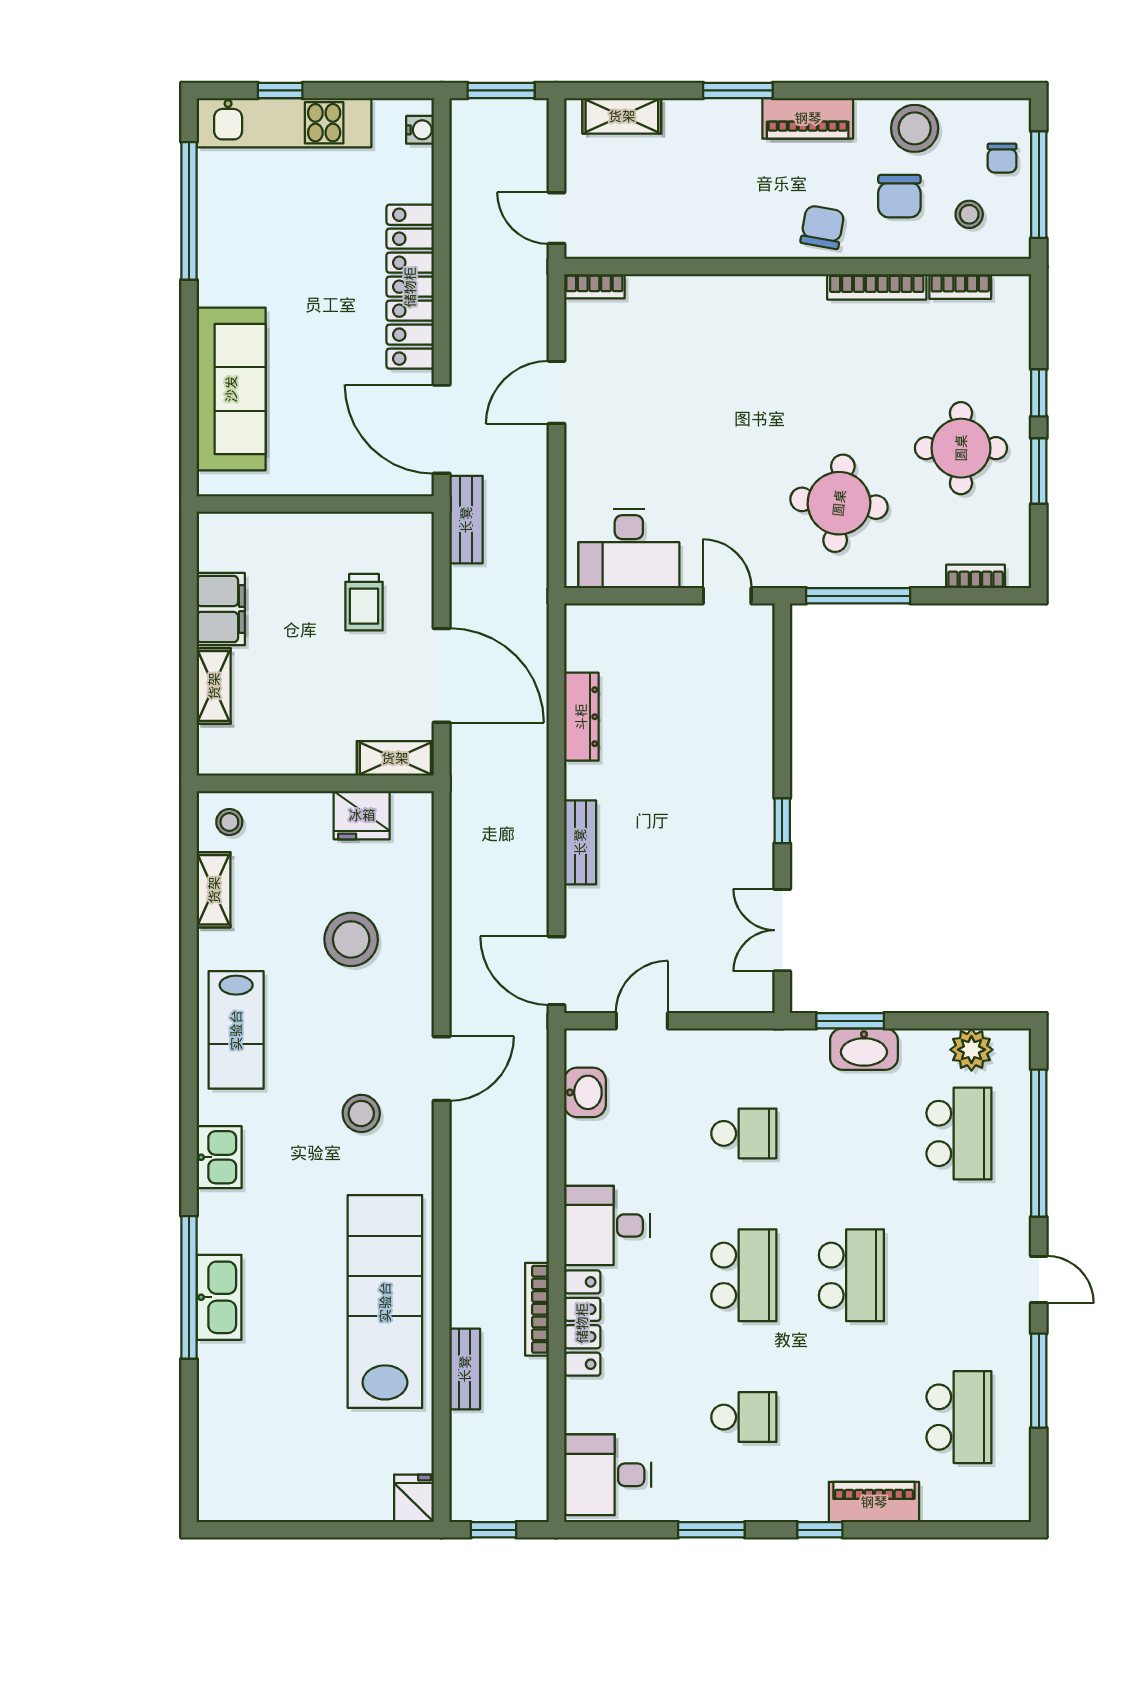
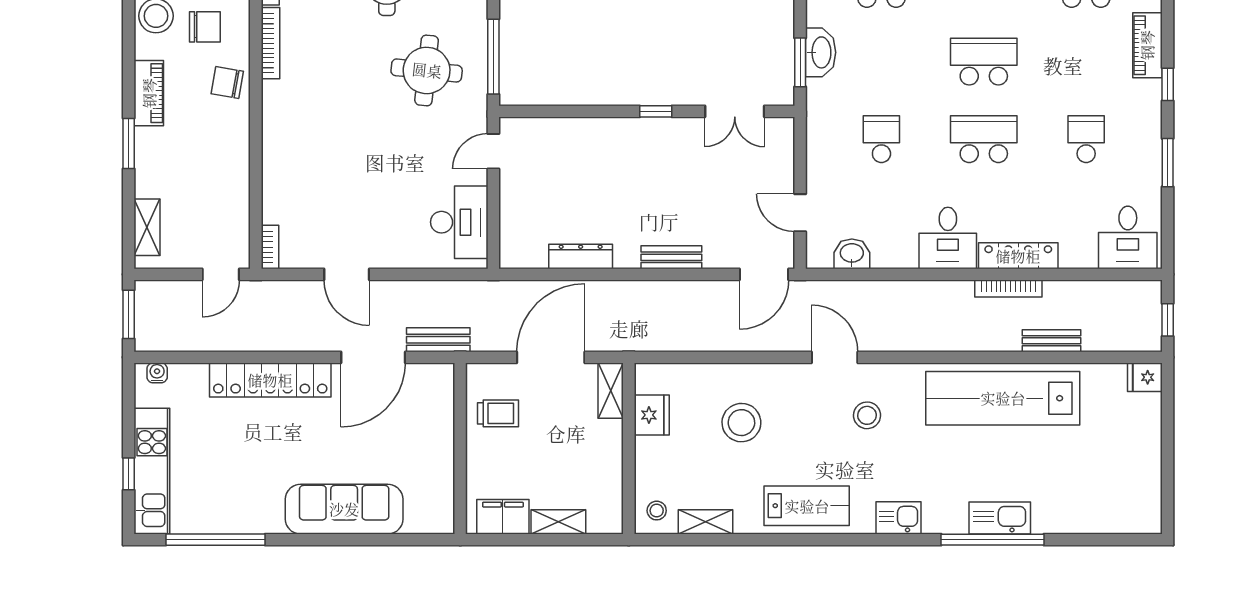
wall: (315, 504) -> (460, 448), moved

